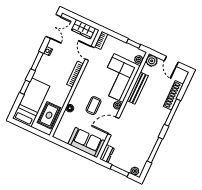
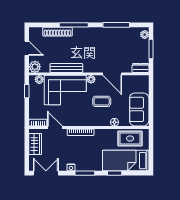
door: (90, 53) -> (55, 127), swing flipped
door: (171, 61) -> (27, 48), hinge flipped
sofa: (86, 143) -> (139, 109), moved

